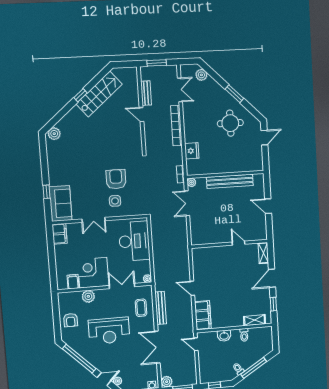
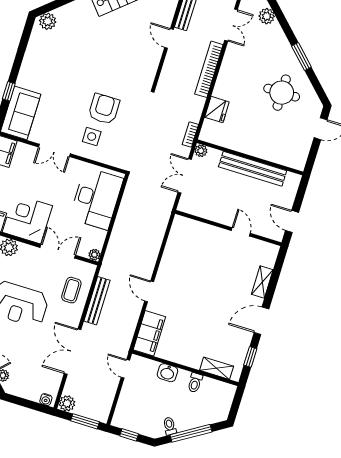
door: (238, 243) -> (241, 232), moved
wall: (229, 244) -> (228, 228), moved

